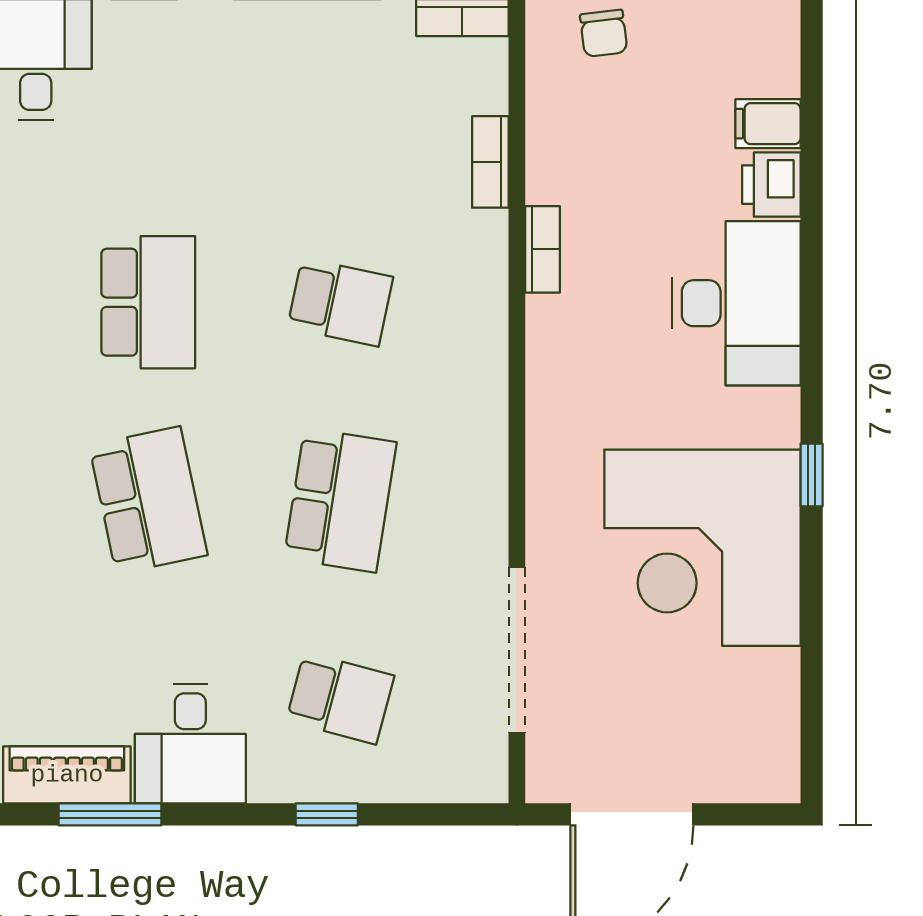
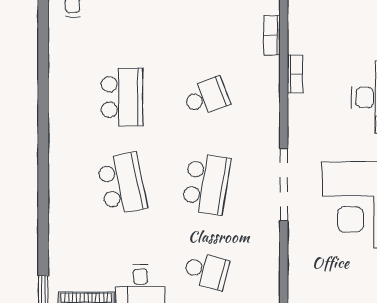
school desk: (340, 302) -> (206, 97), turned -33
doorway: (517, 650) -> (284, 185), moved

